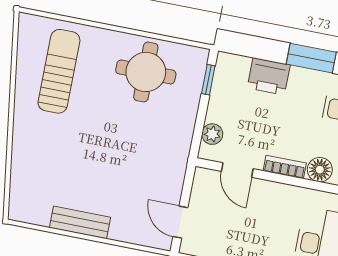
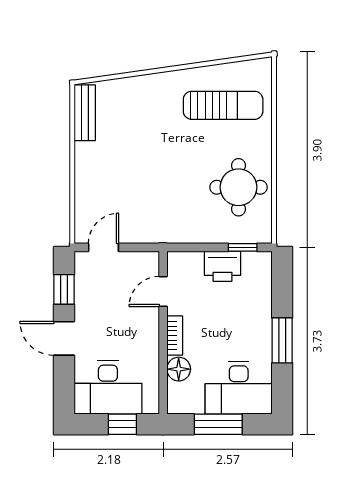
printer: (269, 76) -> (223, 266), moved, turned -90
plant: (212, 134) -> (192, 261), removed
bench: (80, 222) -> (85, 113), moved

